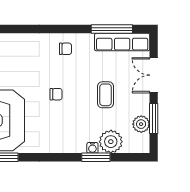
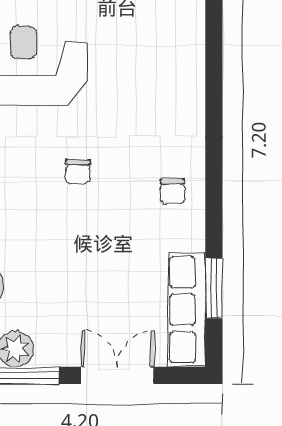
window: (112, 29) -> (214, 288), width x0.69
coffee table: (105, 95) -> (77, 275), removed

